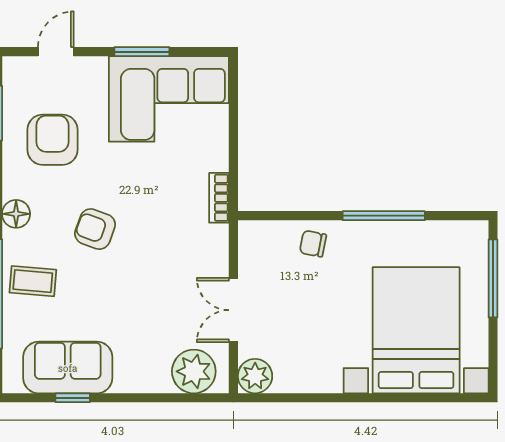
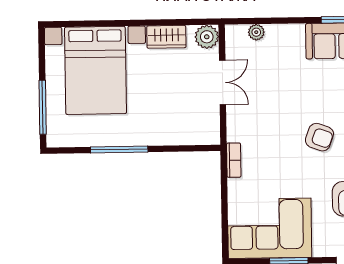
chair: (313, 244) -> (168, 129), removed
plant: (194, 371) -> (256, 32), width x0.53, depth x0.53
wardrobe: (313, 377) -> (166, 37), added

